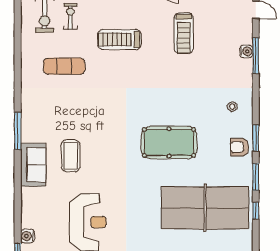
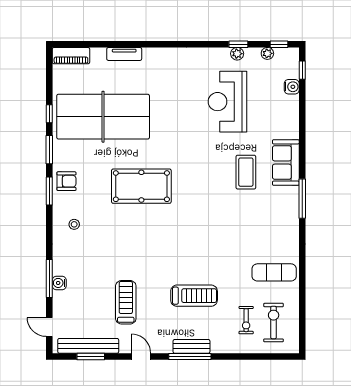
exercise mat: (64, 66) -> (274, 272), moved

